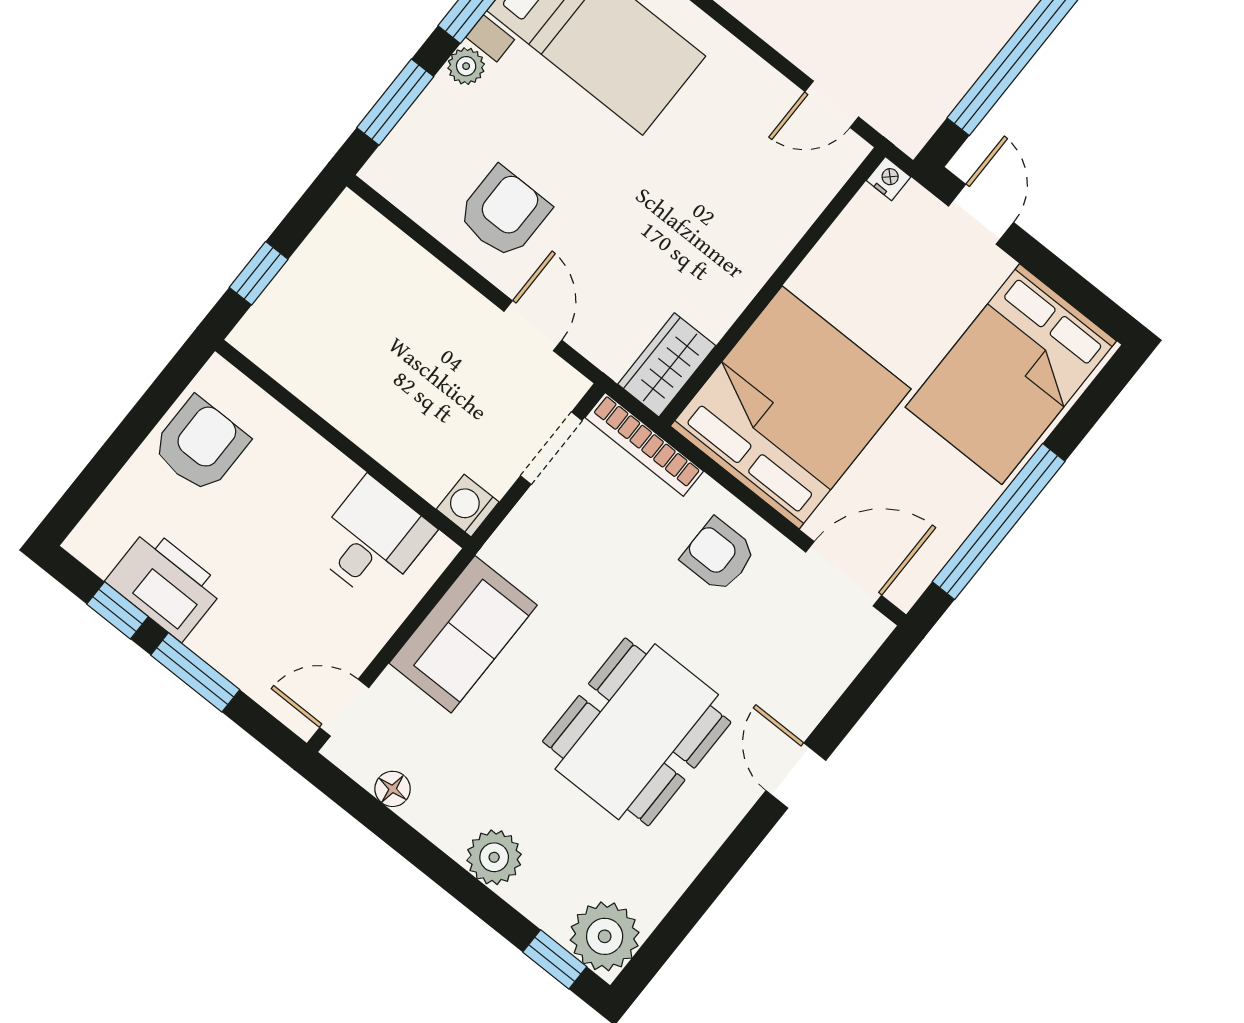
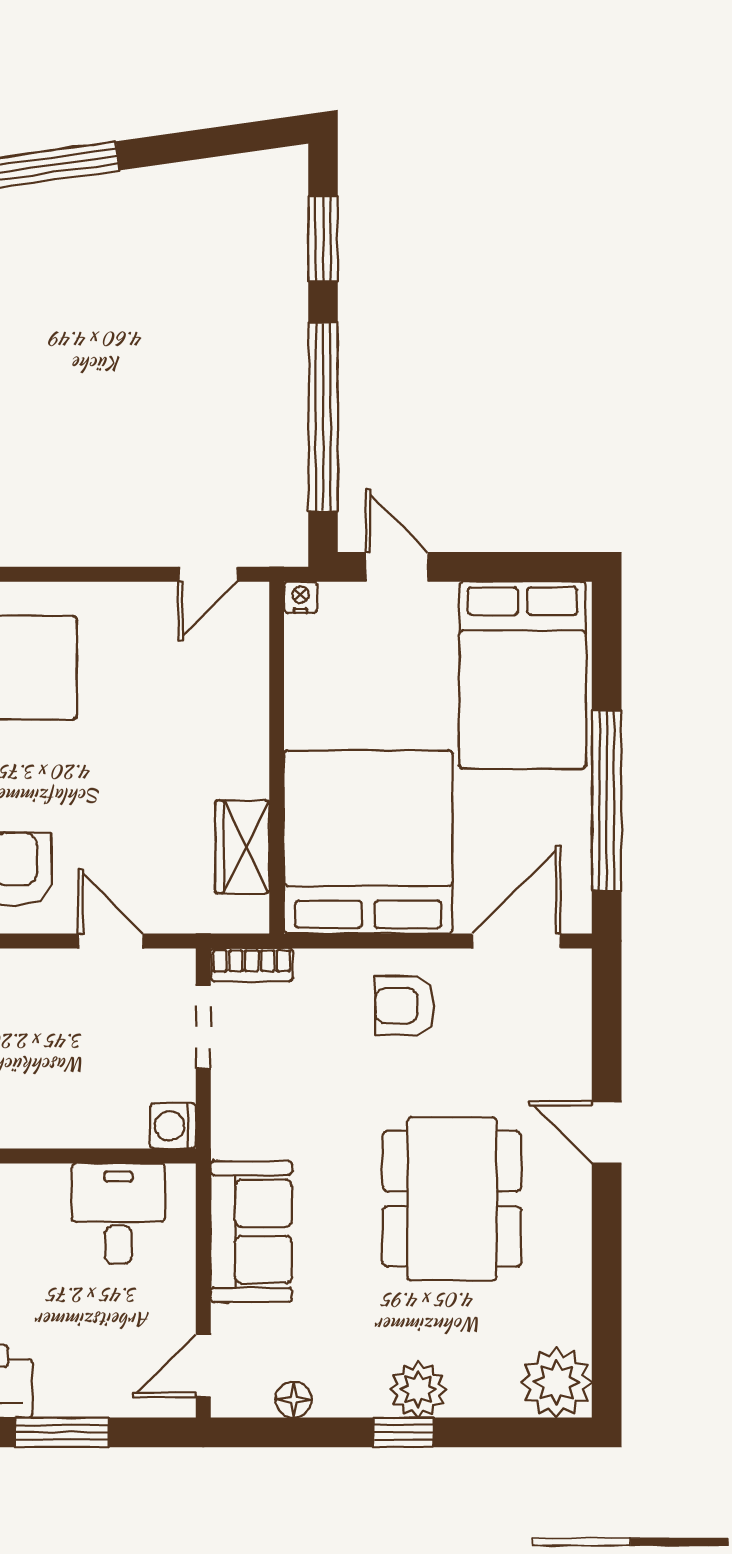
wardrobe: (667, 365) -> (242, 847), moved
bookcase: (644, 444) -> (252, 965), width x0.64
window: (555, 959) -> (404, 1432), moved

